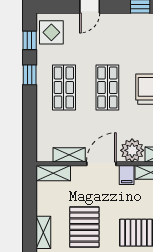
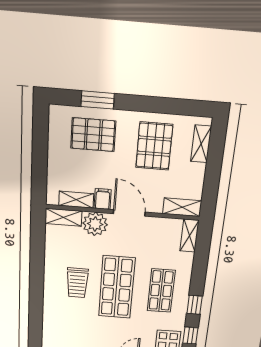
shop shelf: (107, 88) -> (117, 287), width x1.43, depth x1.36
shelving: (69, 155) -> (189, 236), moved, turned 90
door: (101, 164) -> (129, 213), swing flipped

